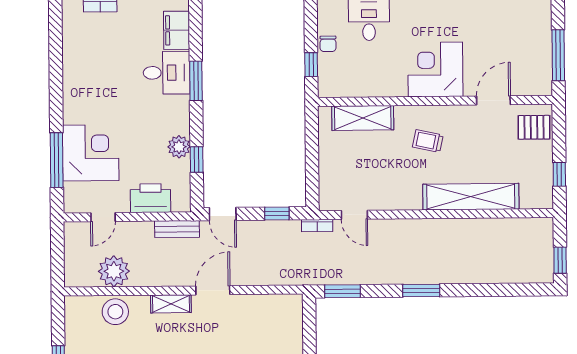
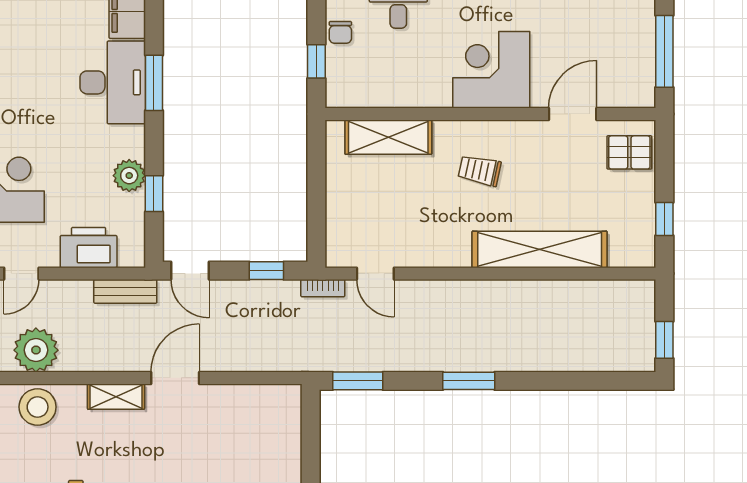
desk: (167, 73) -> (113, 82), width x1.37

